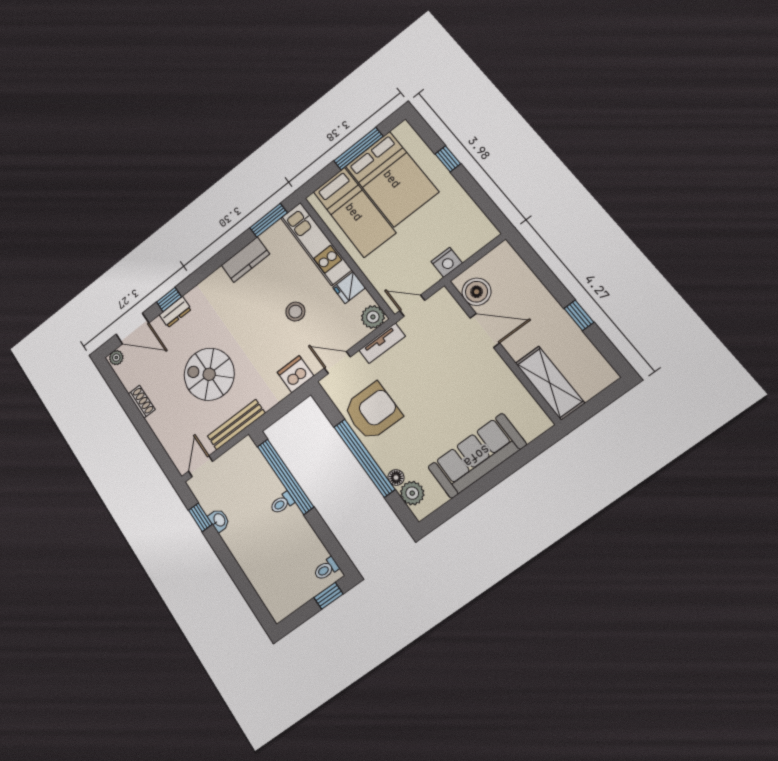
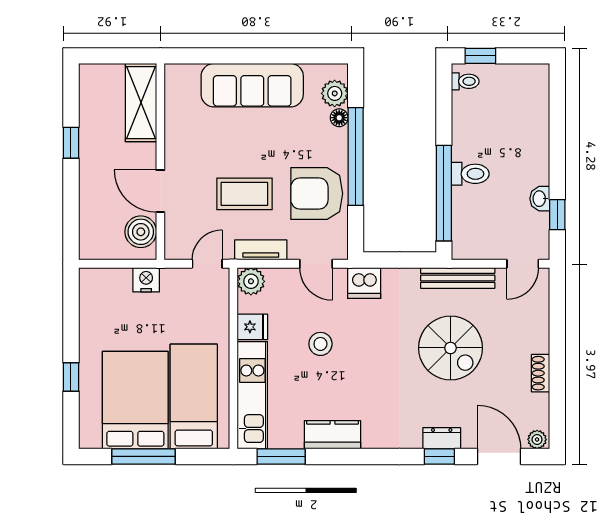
door: (412, 306) -> (207, 264), swing flipped
coffee table: (423, 373) -> (244, 194), added
toilet: (282, 503) -> (470, 174), width x1.37, depth x1.39

